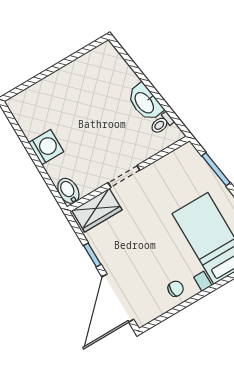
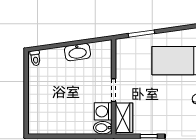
toilet: (162, 123) -> (35, 58), moved
washing machine: (46, 147) -> (103, 111), moved, turned -90

